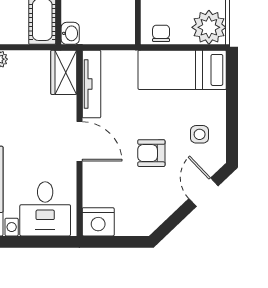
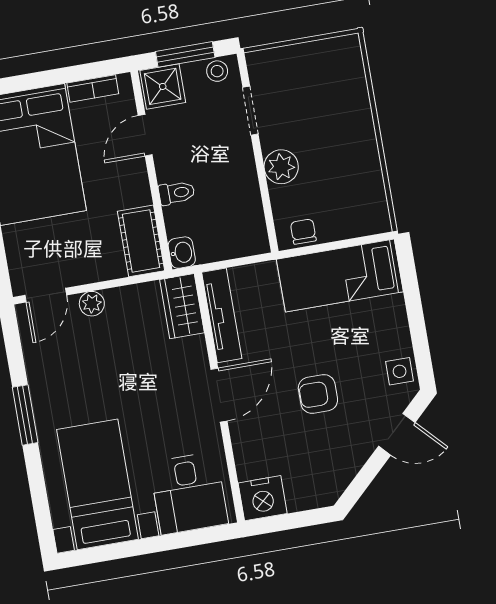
plant: (209, 27) -> (366, 212), removed
side table: (200, 134) -> (400, 371), moved
door: (79, 141) -> (219, 395), hinge flipped
door: (204, 192) -> (397, 434), swing flipped

